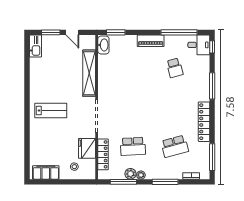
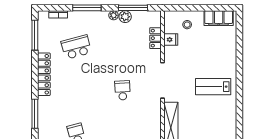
school desk: (133, 146) -> (122, 90), moved, width x0.54
fridge: (87, 148) -> (171, 40), width x0.53, depth x0.75
locker: (103, 154) -> (155, 38), width x0.66

